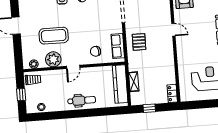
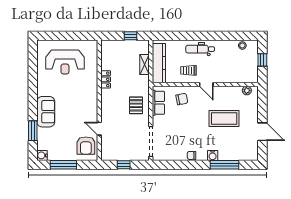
door: (173, 30) -> (99, 129), moved
plant: (53, 59) -> (226, 94), removed
door: (73, 67) -> (206, 85), swing flipped
trolley: (33, 80) -> (188, 70), moved
locker: (172, 93) -> (106, 79), moved

